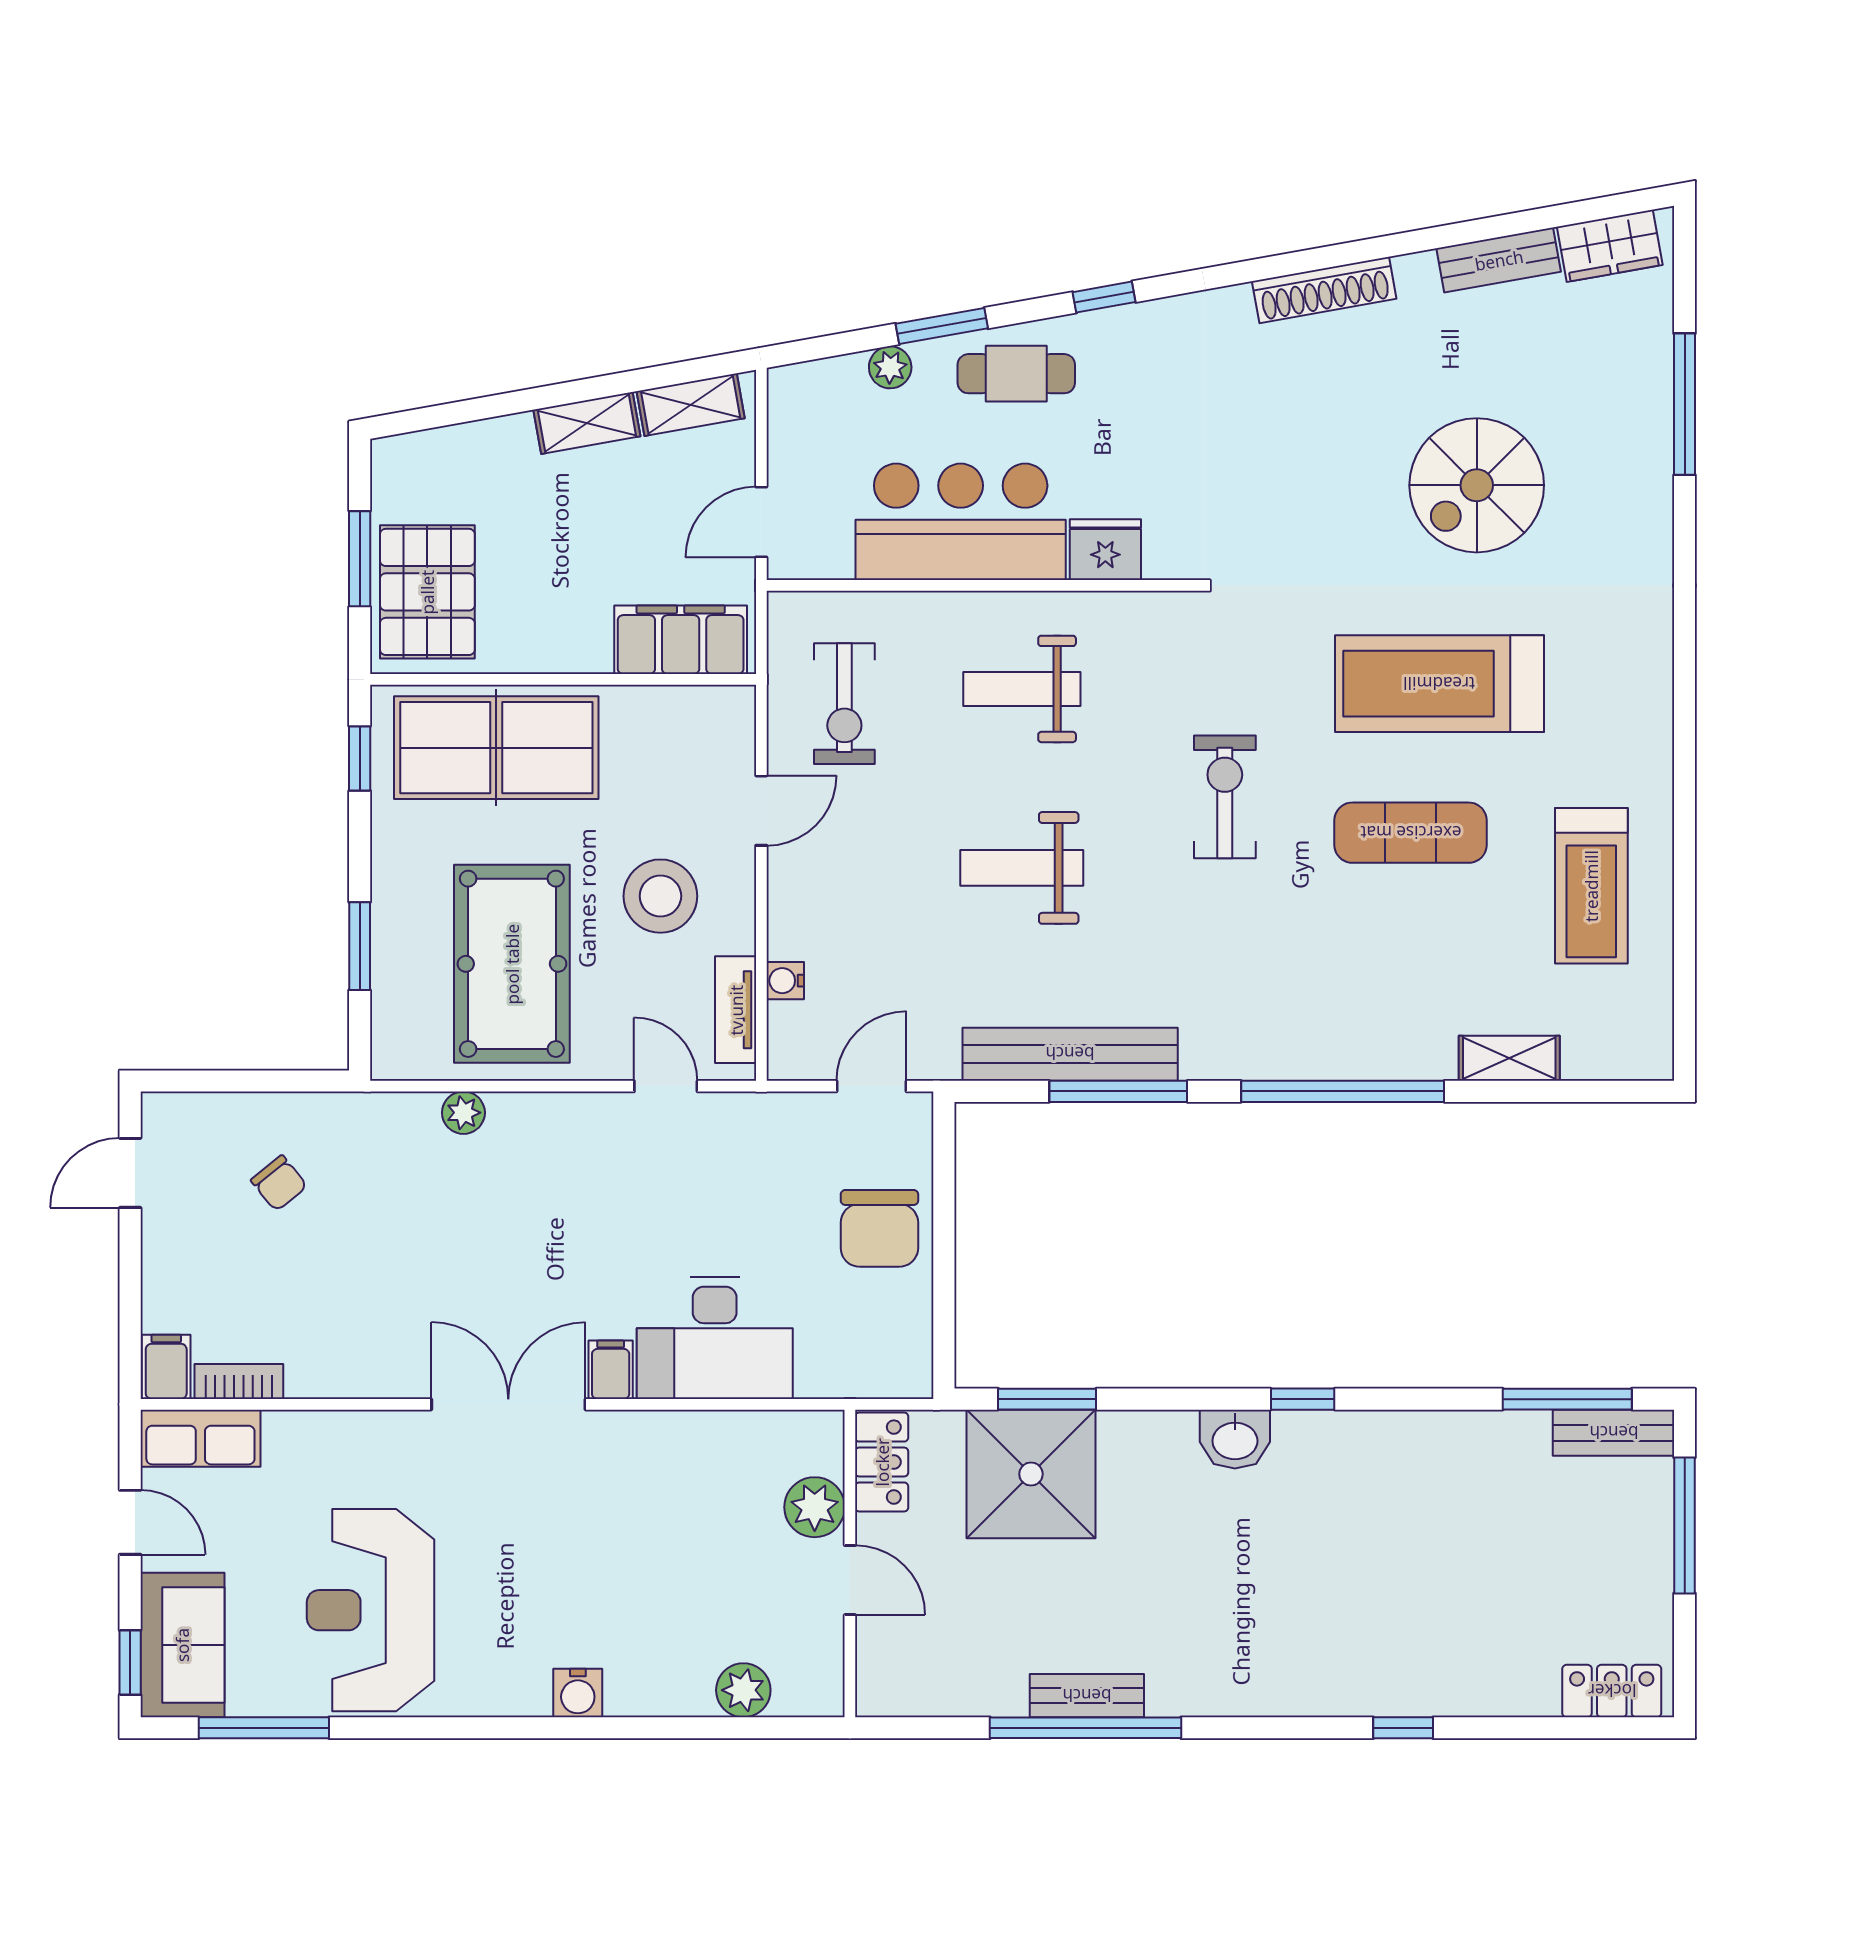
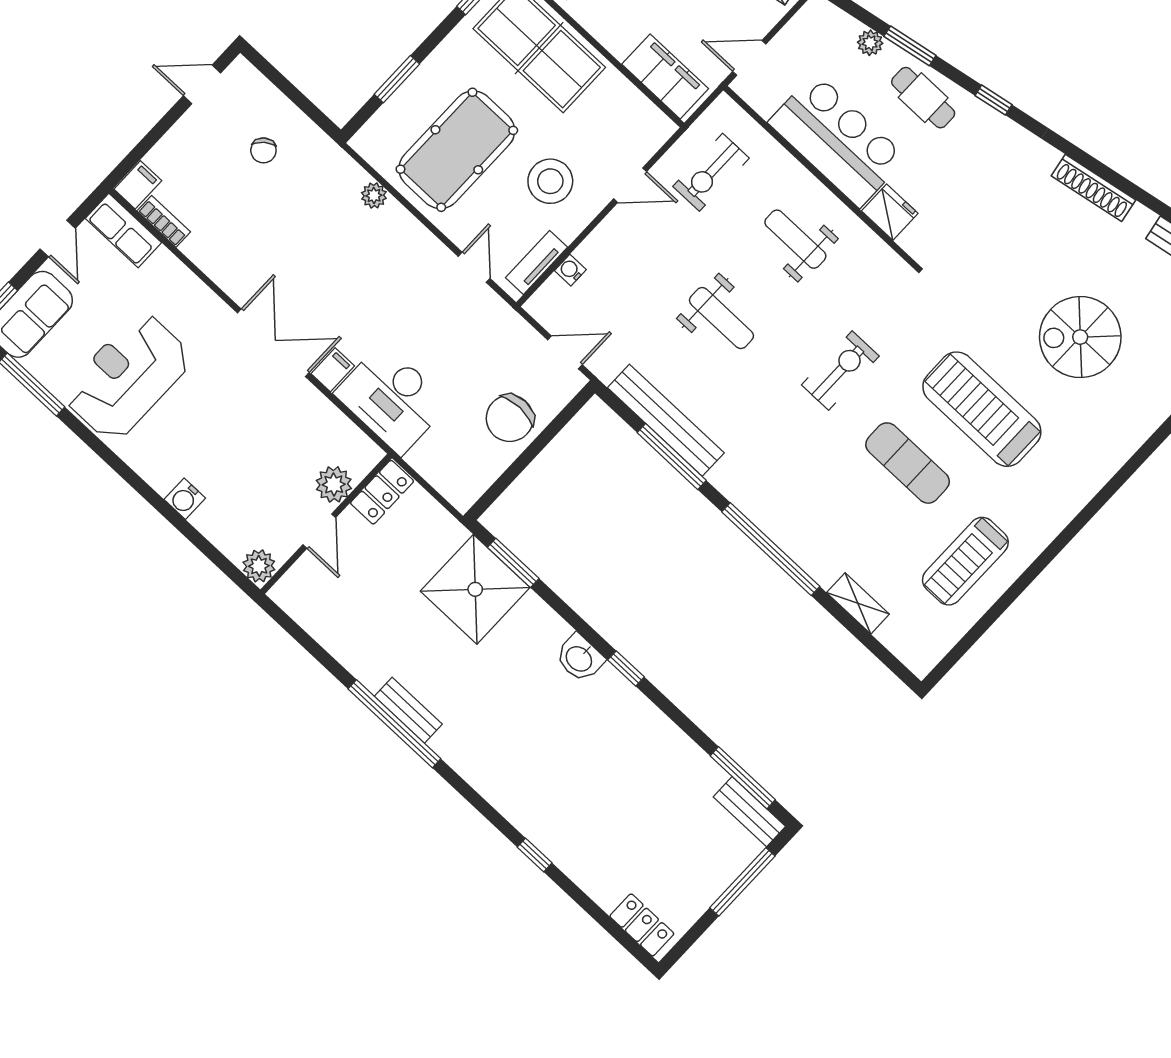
weight bench: (1022, 868) -> (721, 318), turned 180
locker: (882, 1462) -> (382, 492), moved
plant: (815, 1507) -> (334, 484), moved
wall: (850, 1563) -> (326, 524), moved
door: (850, 1580) -> (319, 531), moved

